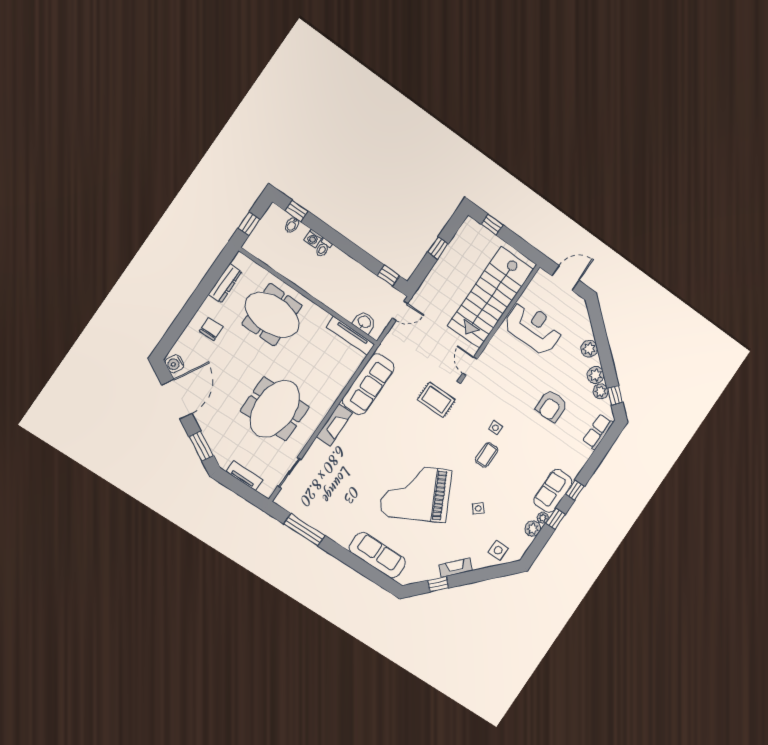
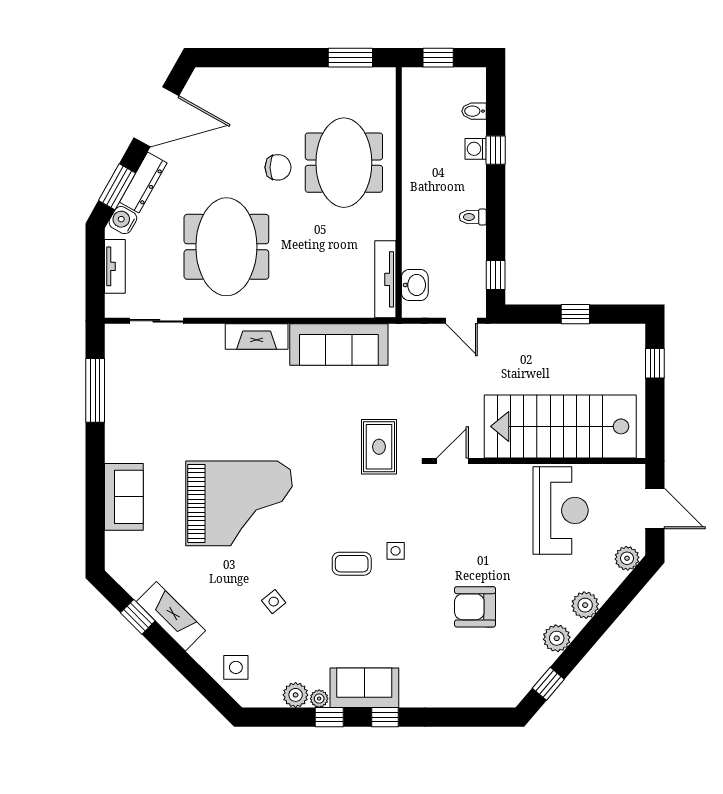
window: (296, 211) -> (496, 150), moved
toilet: (323, 248) -> (473, 217), moved
window: (216, 271) -> (350, 58), added
dresser: (225, 283) -> (143, 183), moved, turned -61
chair: (211, 329) -> (278, 167), moved
water cooler: (175, 364) -> (123, 220), moved
plant: (601, 391) -> (627, 558), moved
meeting table: (275, 409) -> (226, 247), turned 90
row of seats: (598, 432) -> (484, 694), removed
grand piano: (416, 493) -> (239, 503), turned 117
sofa: (377, 555) -> (124, 497), width x0.73
fireplace: (456, 568) -> (171, 616), width x1.37, depth x1.32

